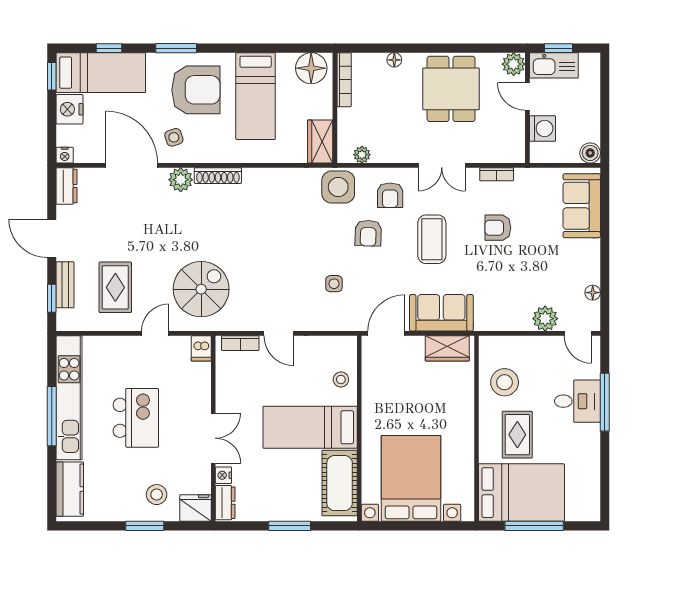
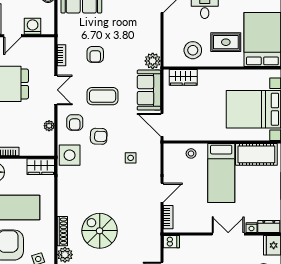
plant: (362, 155) -> (49, 126), moved
armchair: (390, 195) -> (75, 122), turned 90
spiral stairs: (201, 289) -> (100, 231), moved
plant: (545, 319) -> (153, 61), moved
wardrobe: (447, 348) -> (183, 77), moved, turned 90

